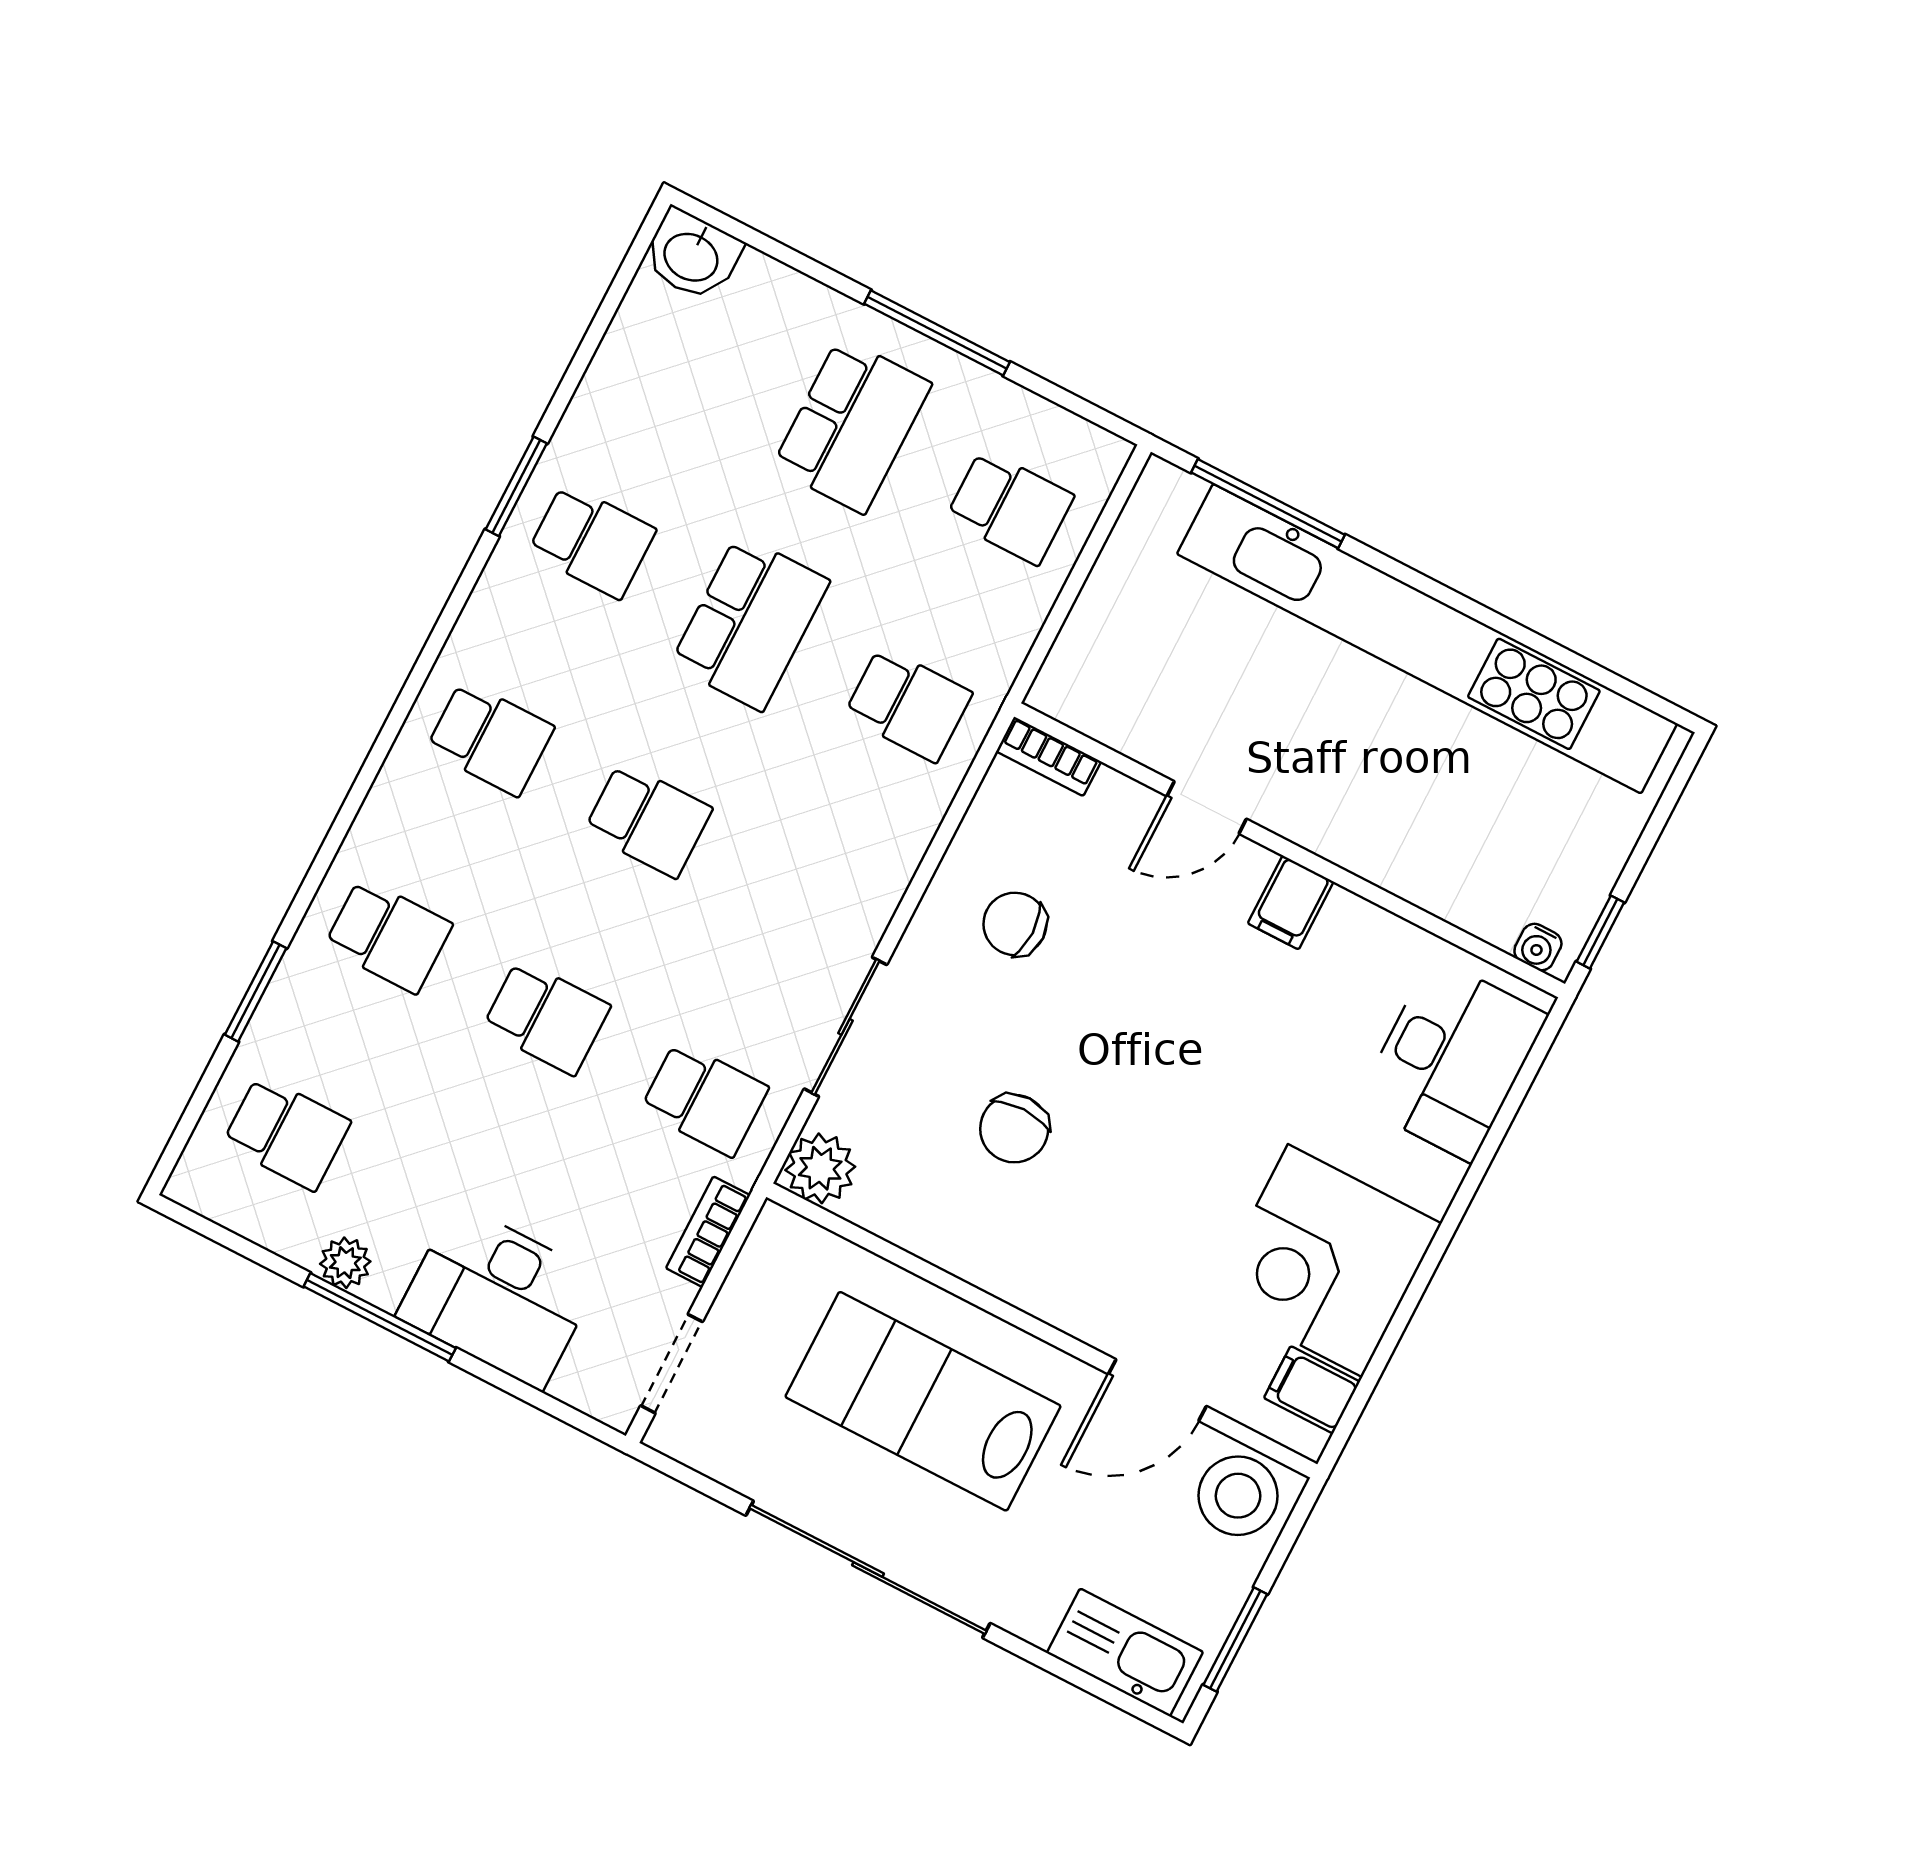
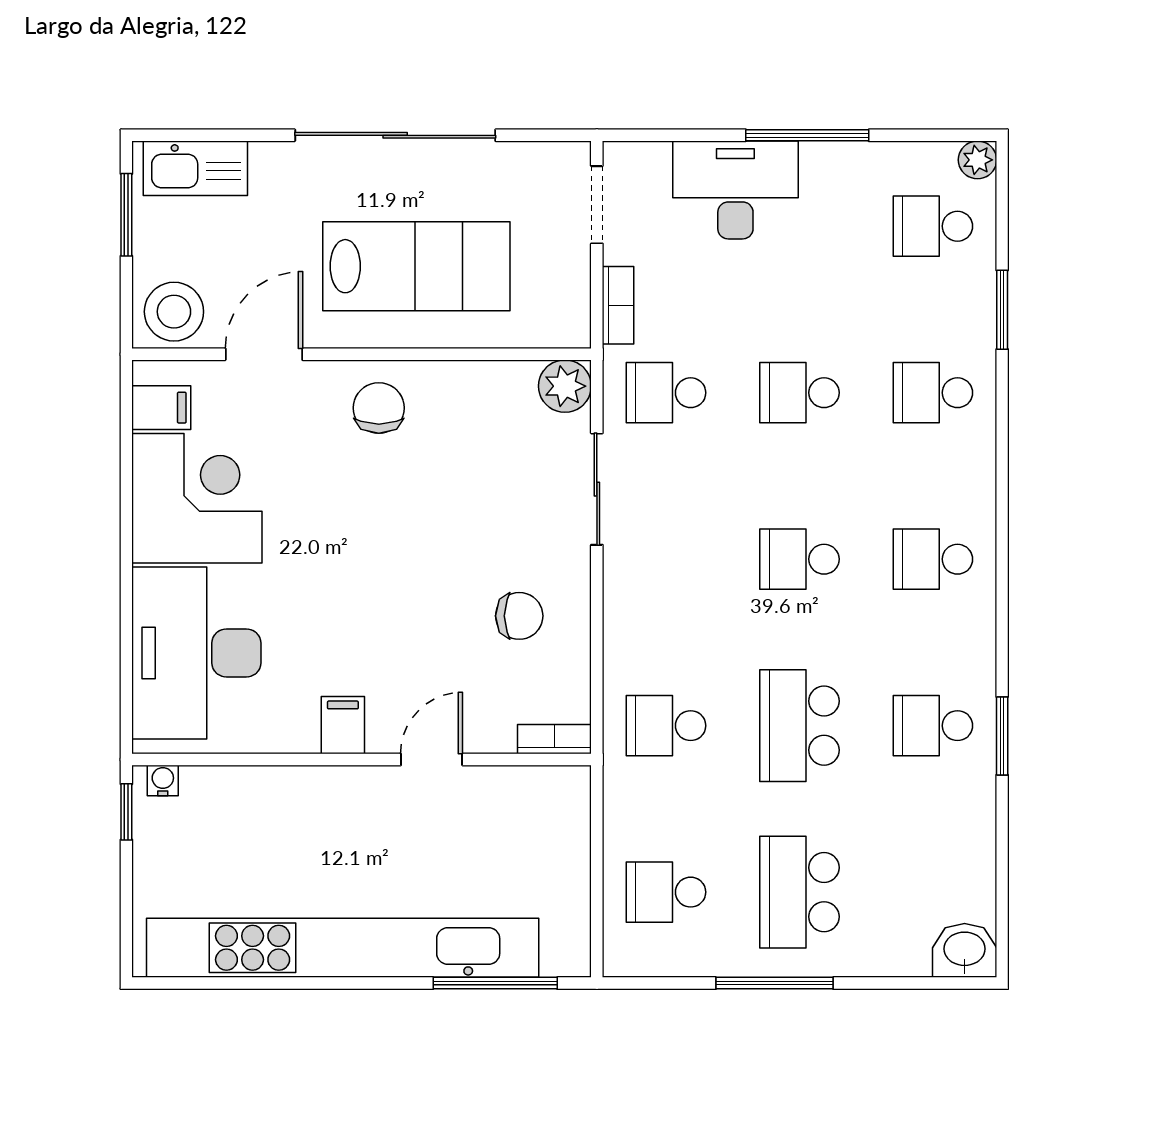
desk: (1452, 1059) -> (196, 653), width x1.36, depth x1.30
chair: (1014, 1129) -> (379, 408), moved
plant: (345, 1263) -> (977, 160), moved

